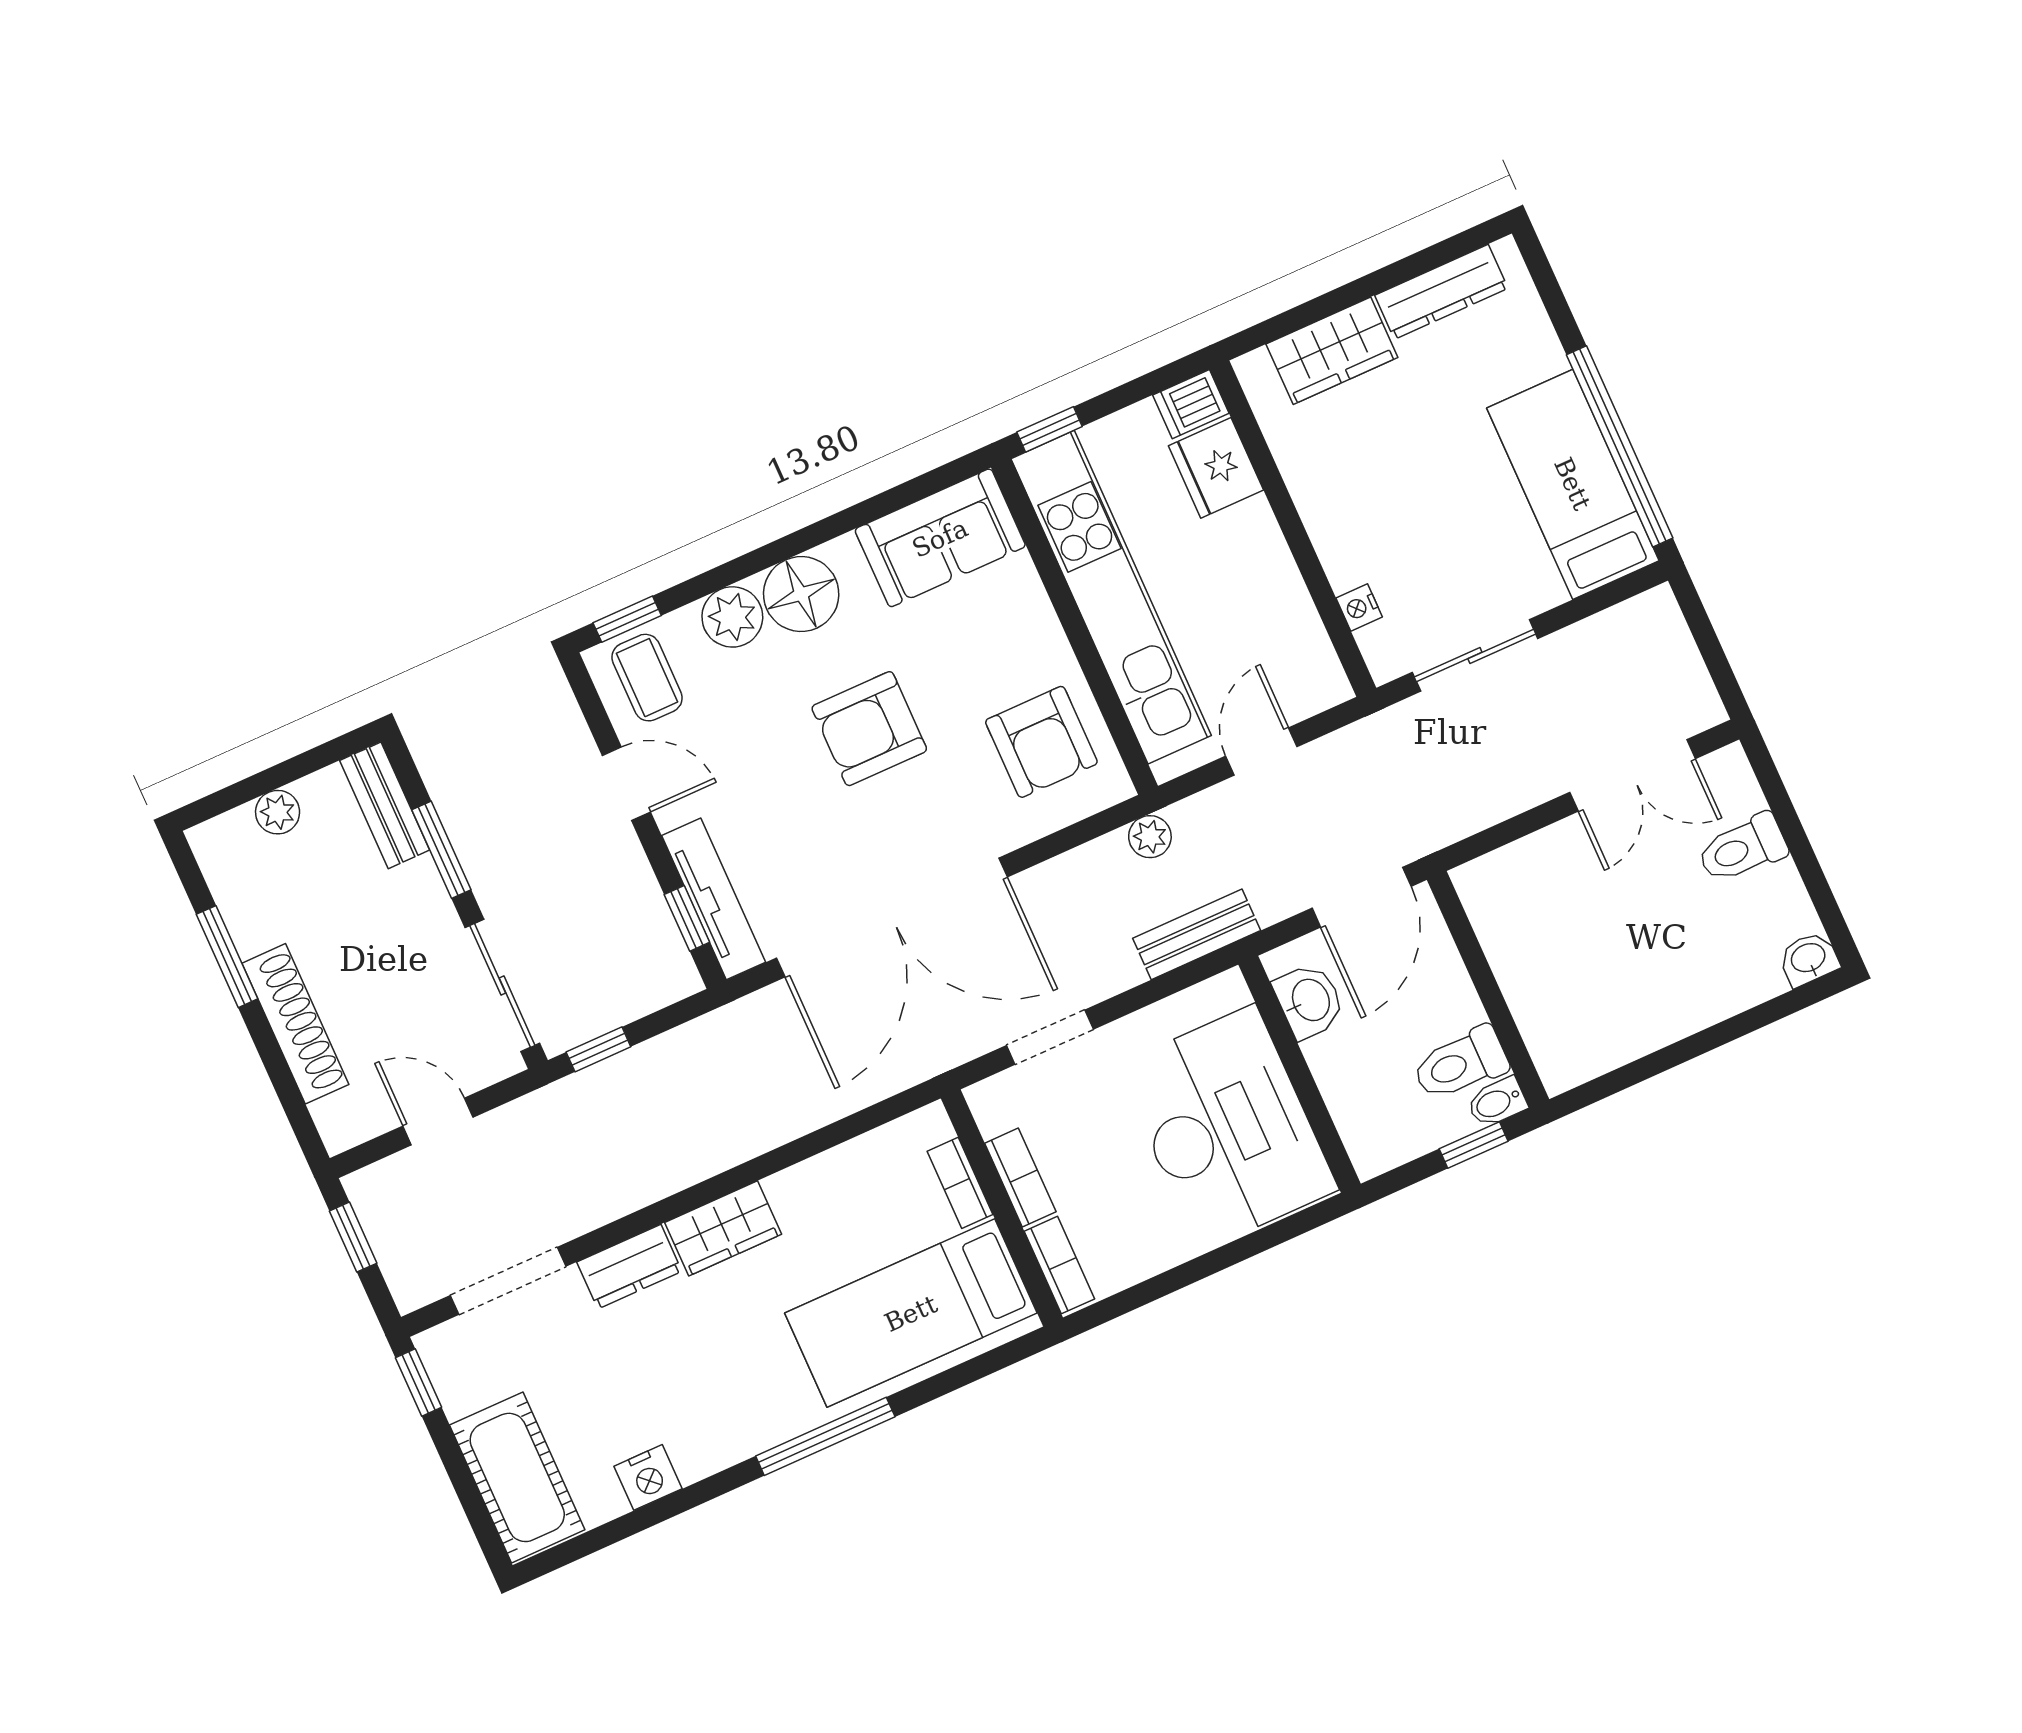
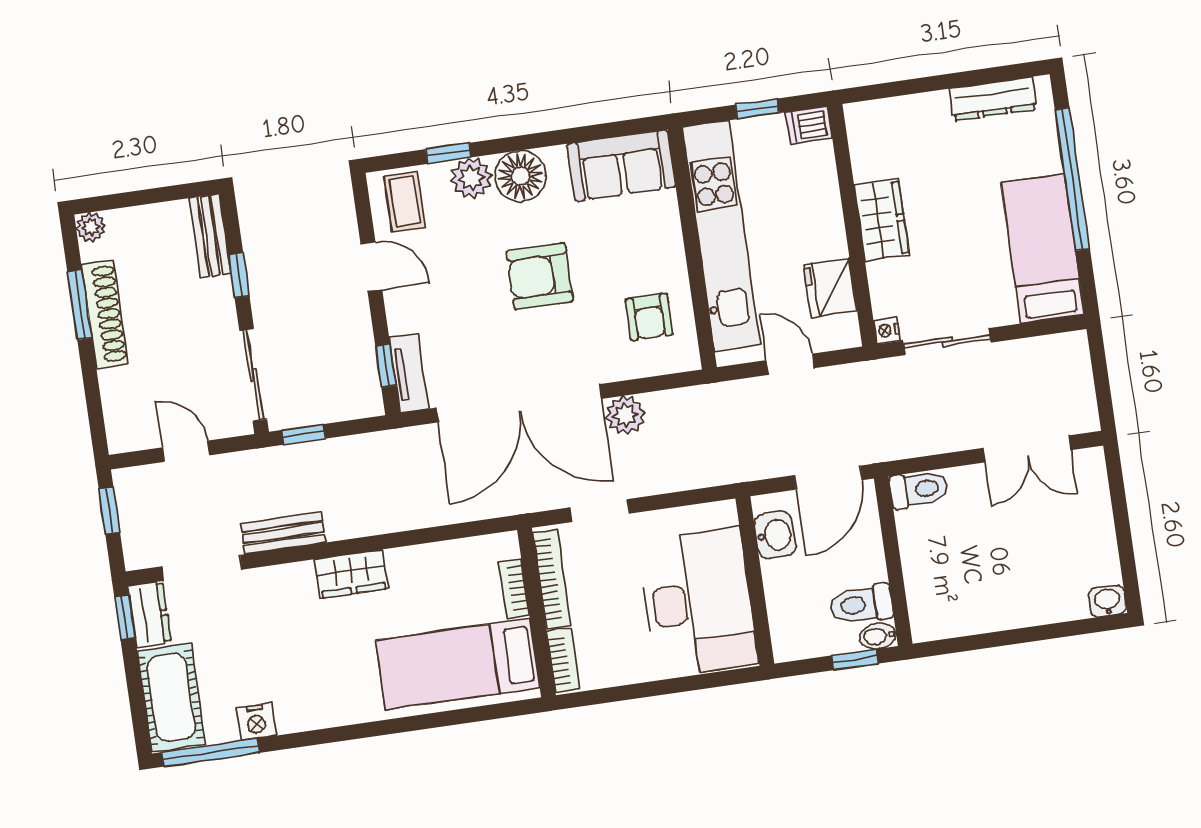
wardrobe: (1332, 351) -> (882, 220), moved, turned -90
window: (1050, 429) -> (757, 109), moved
window: (1620, 446) -> (1072, 179), moved
fridge: (1216, 468) -> (830, 288), moved
nightstand: (1359, 607) -> (887, 330), moved
window: (627, 619) -> (448, 153), moved
armchair: (1041, 742) -> (649, 317), width x0.72, depth x0.72
door: (1261, 751) -> (790, 364), hinge flipped
plant: (278, 812) -> (91, 227), moved
plant: (1150, 837) -> (625, 415), moved, width x1.38, depth x1.38
toilet: (1742, 849) -> (919, 489), moved, turned 180
window: (441, 850) -> (239, 275), width x0.67
tv unit: (714, 899) -> (409, 373), width x0.71
bench: (1197, 934) -> (283, 533), moved
shoe rack: (295, 1024) -> (105, 314), moved
bookcase: (1020, 1177) -> (552, 579), width x1.56
dresser: (629, 1267) -> (149, 614), moved, turned -90
window: (825, 1436) -> (210, 752), moved

